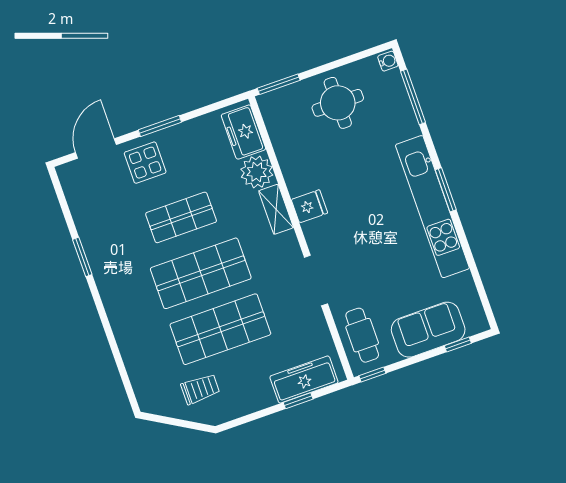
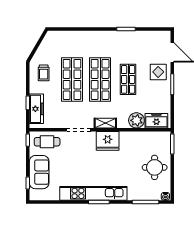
fridge: (309, 206) -> (108, 141), width x1.88, depth x1.34
shelving: (276, 209) -> (105, 123), moved
trolley: (200, 389) -> (44, 73), moved

